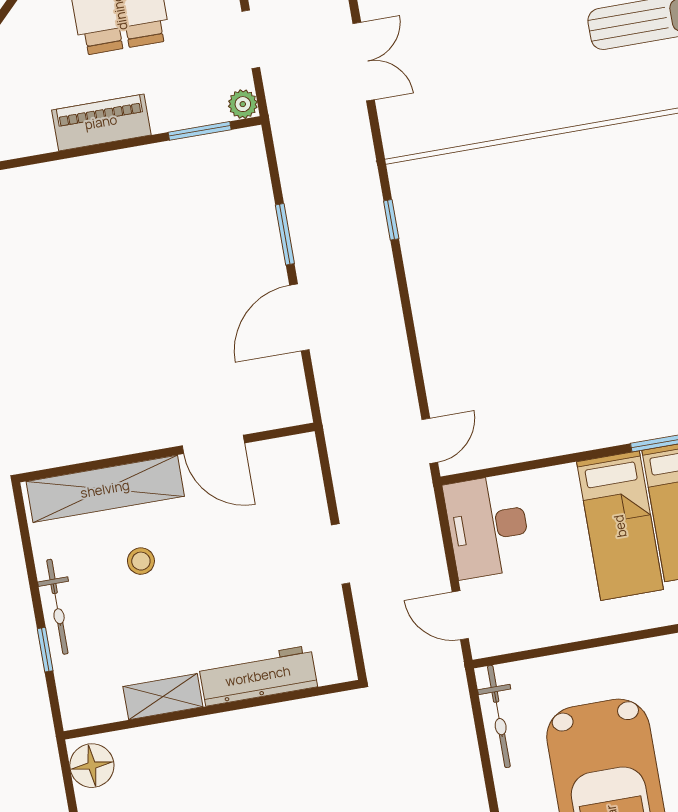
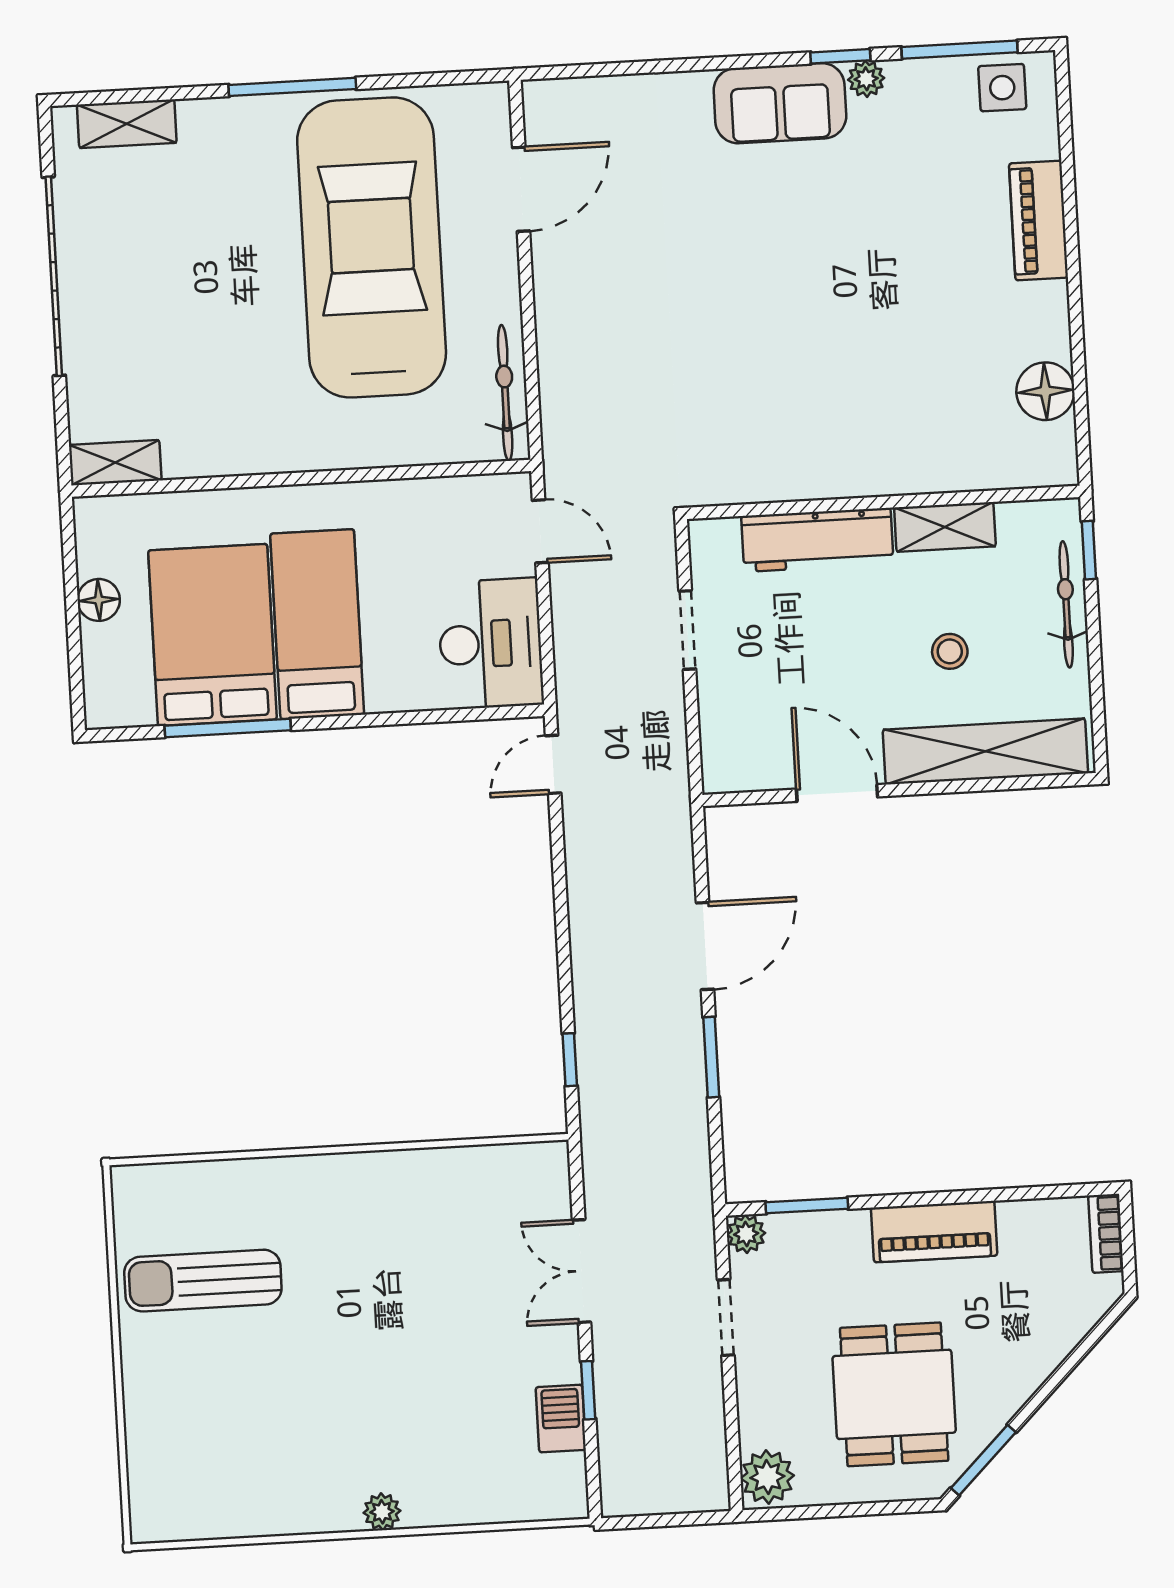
workbench: (258, 676) -> (817, 540), moved
shelving: (163, 697) -> (945, 527), moved
wall: (212, 710) -> (883, 502), moved

